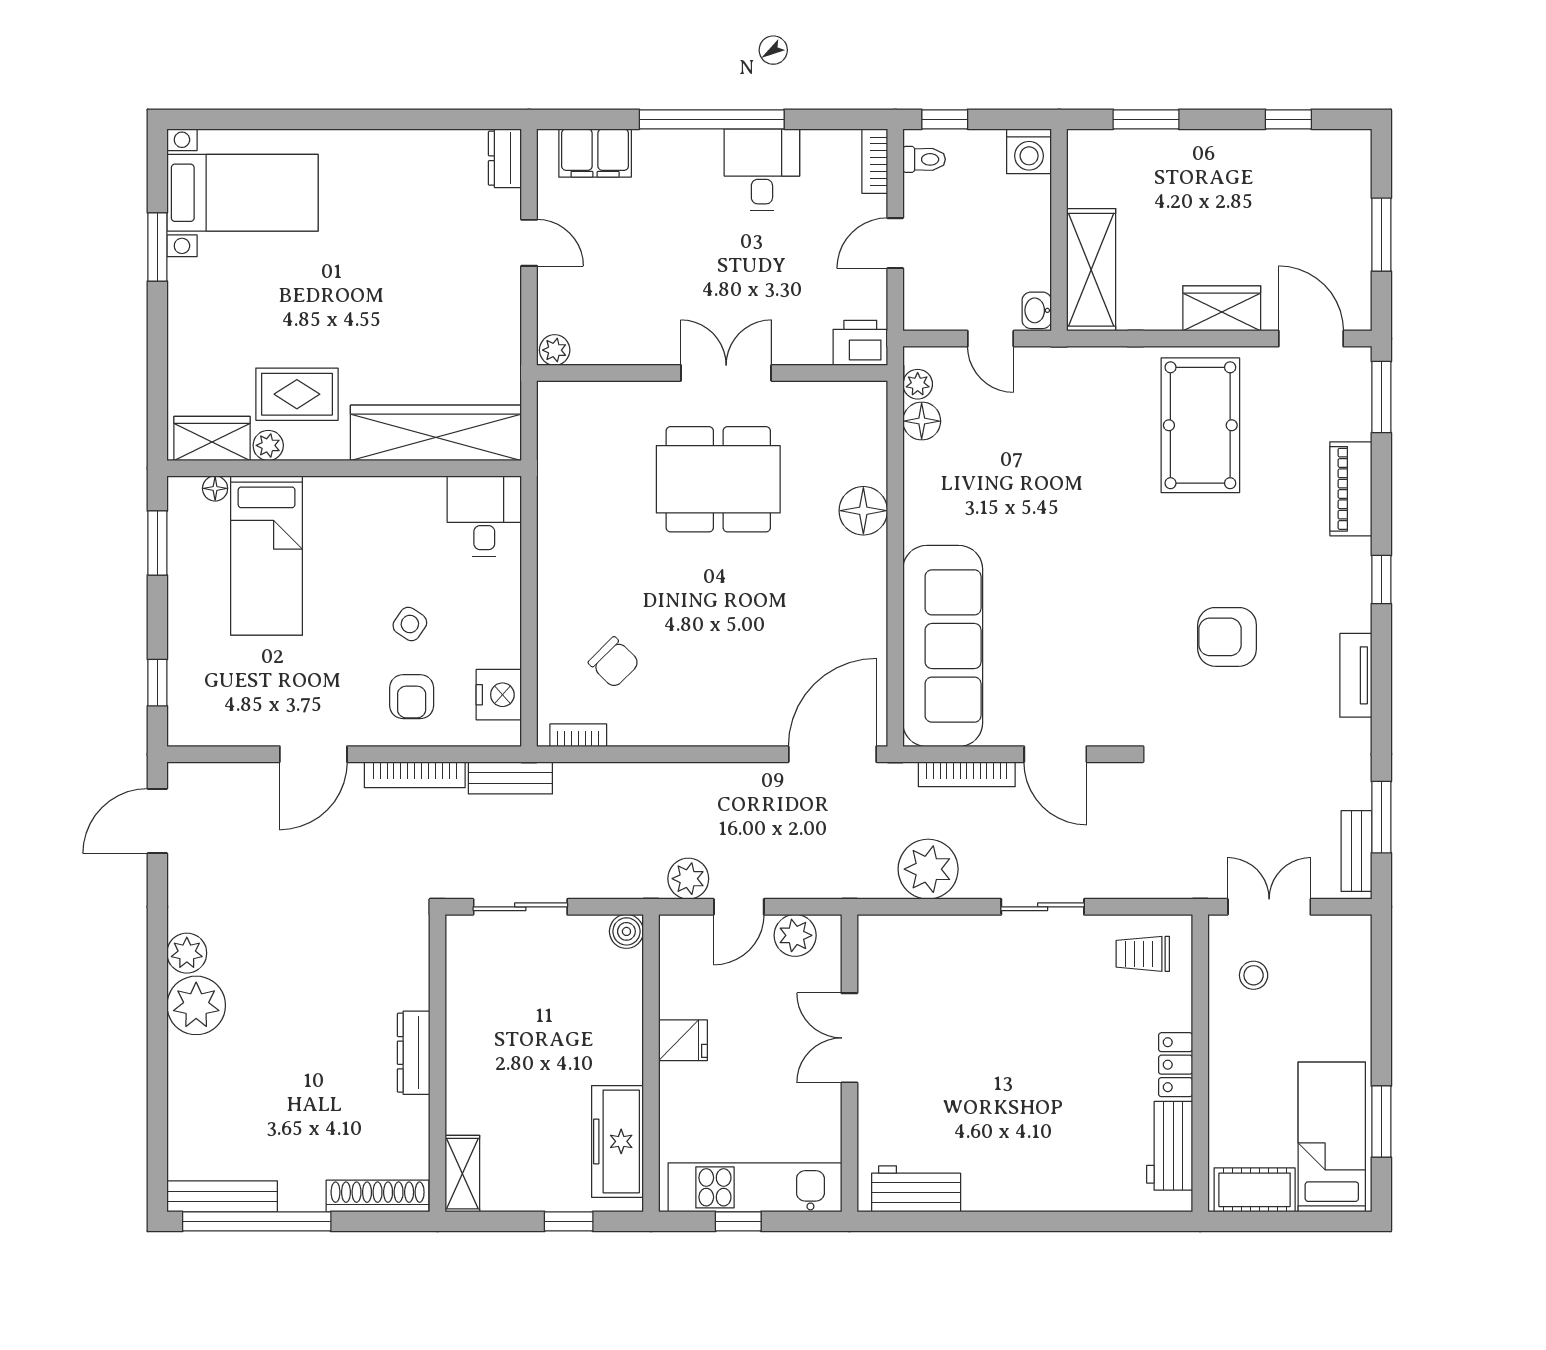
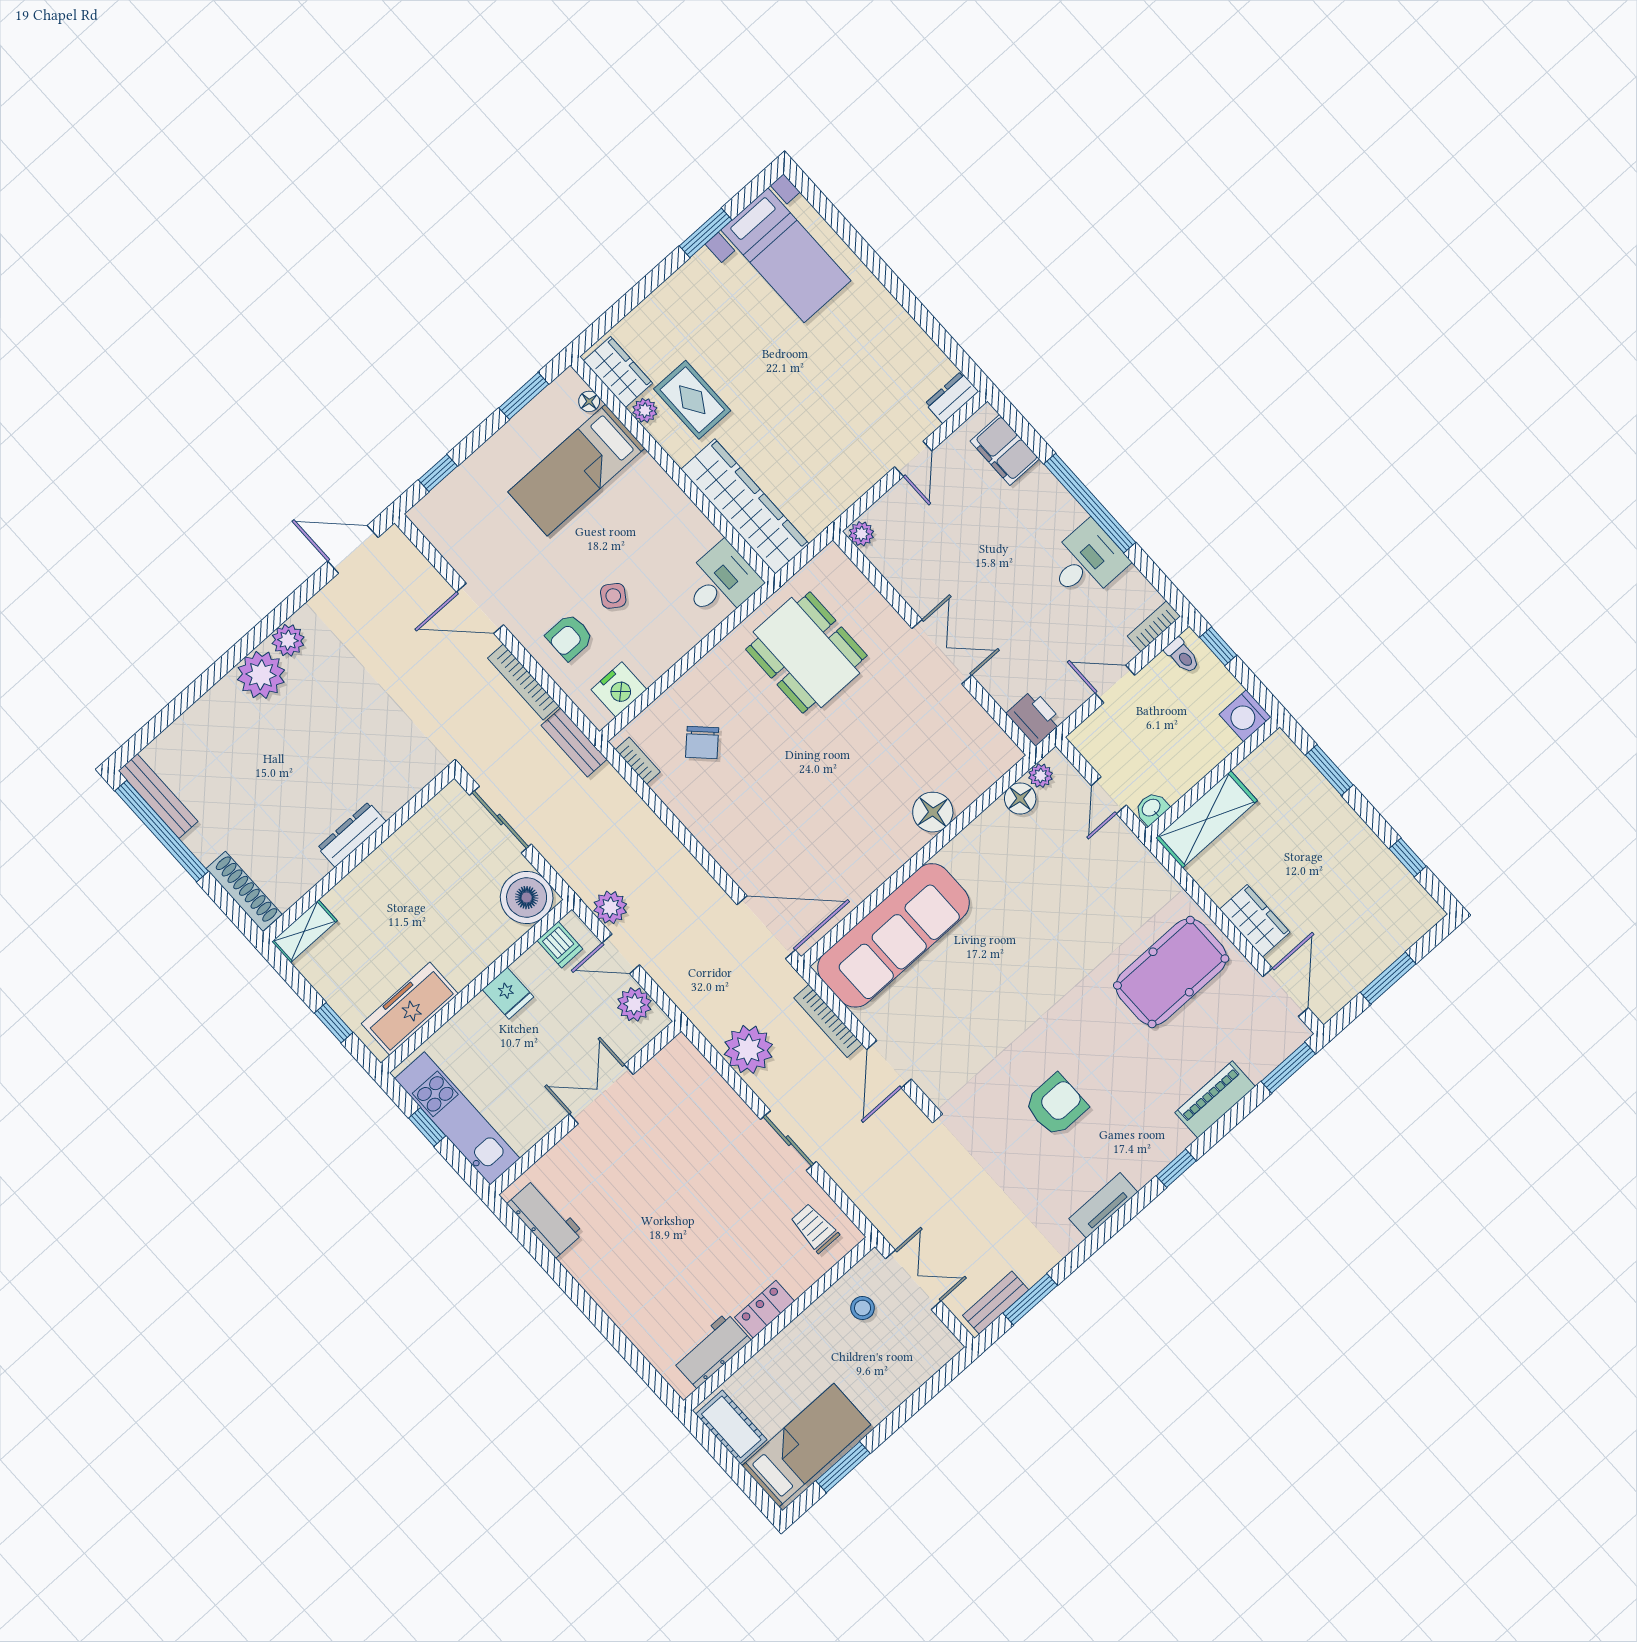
dining table: (718, 479) -> (806, 652), moved
armchair: (1227, 637) -> (1056, 1105), turned 90
boiler: (626, 931) -> (527, 898), width x1.86, depth x1.86
dishwasher: (681, 954) -> (560, 945), added

